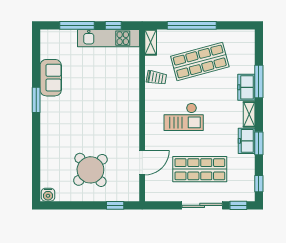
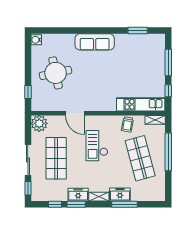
kitchen unit: (109, 38) -> (141, 104), moved, turned 90
sofa: (51, 78) -> (95, 42), moved, width x1.36
window: (36, 100) -> (138, 30), moved
door: (142, 163) -> (75, 113), moved
round table: (90, 170) -> (56, 73), turned 30
window: (259, 184) -> (55, 204), moved
plant: (155, 191) -> (39, 123), added

